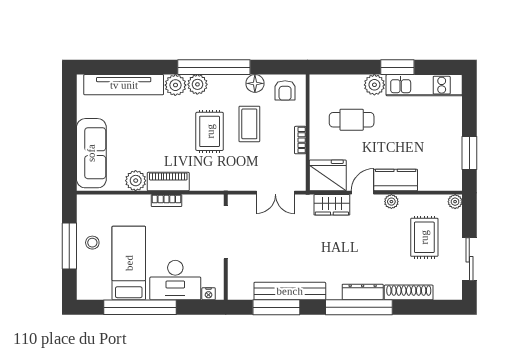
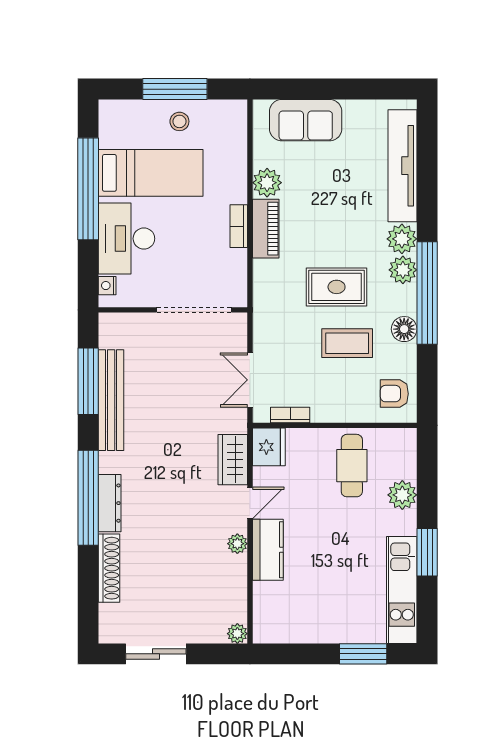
floor lamp: (255, 83) -> (404, 329), moved
plant: (374, 85) -> (402, 495), moved
cafe table: (352, 120) -> (352, 466), moved
bookcase: (300, 140) -> (290, 415), moved
sofa: (91, 153) -> (306, 120), width x0.73
window: (469, 153) -> (363, 654), moved
fridge: (328, 175) -> (269, 447), width x0.73, depth x0.75
door: (362, 193) -> (250, 503), hinge flipped
rug: (424, 237) -> (187, 590), removed

